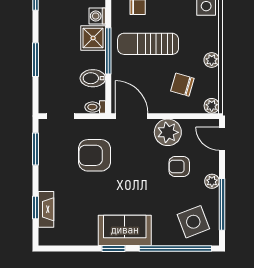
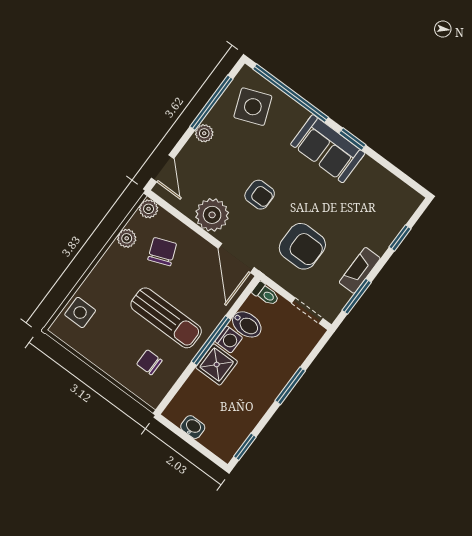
washing machine: (97, 16) -> (229, 339), moved
plant: (212, 60) -> (127, 238), moved
chair: (182, 85) -> (162, 252), turned -127
armchair: (179, 167) -> (260, 195), moved
fireplace: (46, 209) -> (360, 270), moved

